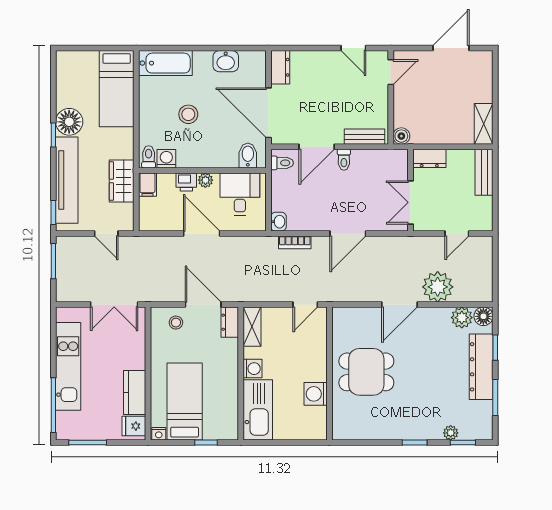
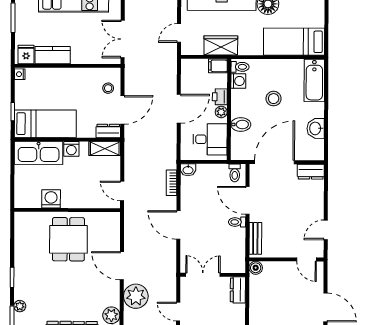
bidet: (248, 155) -> (241, 124), moved
bed: (185, 402) -> (45, 124), moved

